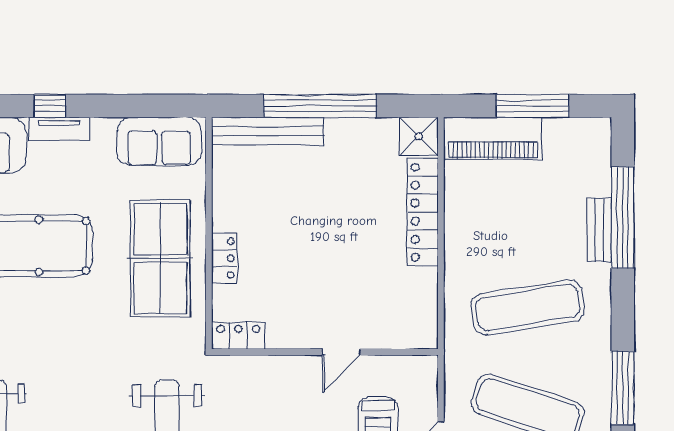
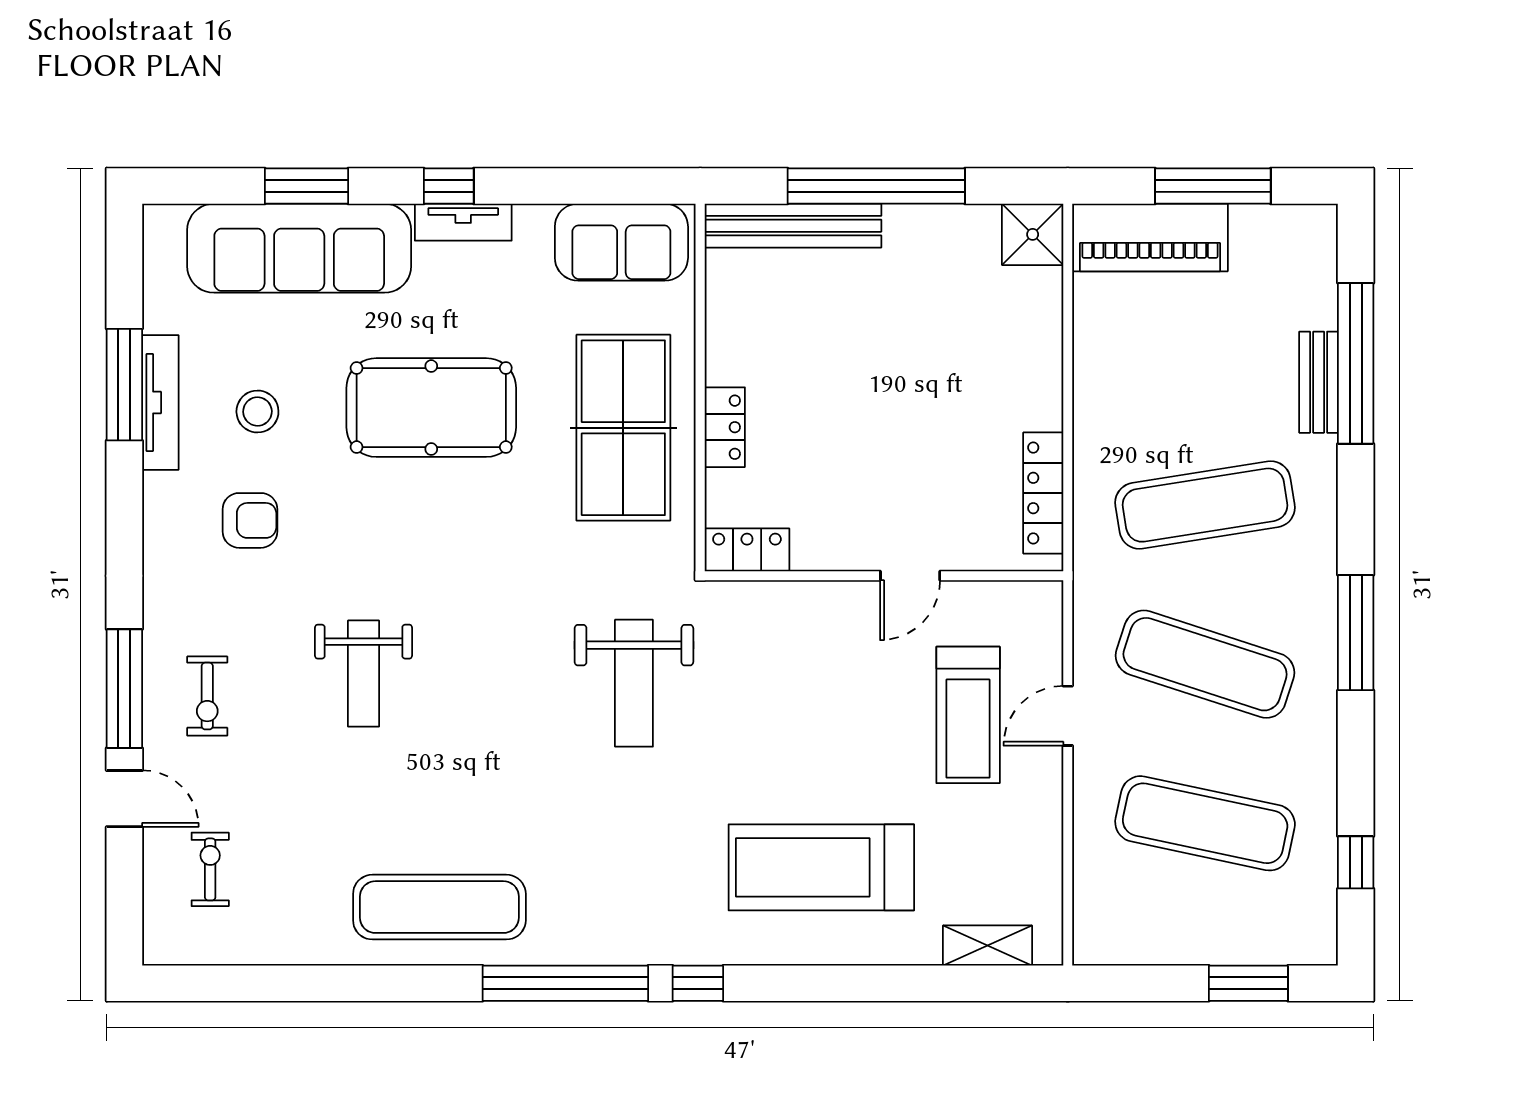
locker: (423, 212) -> (1043, 493), moved, width x0.71, depth x0.83

